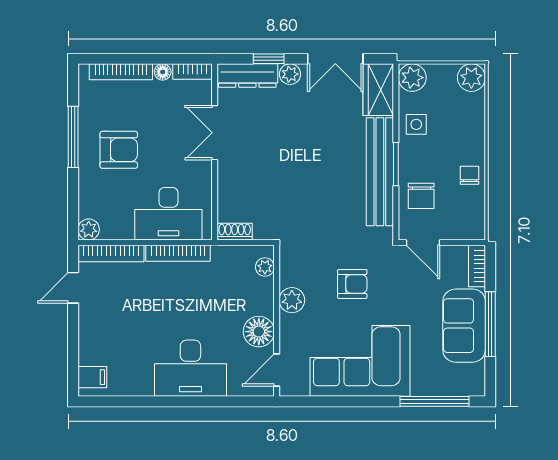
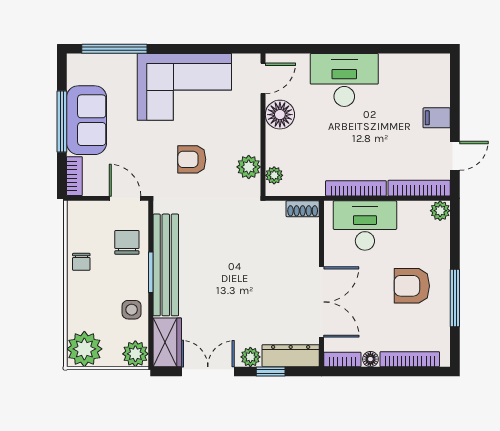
plant: (471, 78) -> (84, 349), width x1.36, depth x1.36
double door: (215, 133) -> (321, 302), width x1.37
plant: (292, 300) -> (249, 167), moved
filing cabinet: (92, 377) -> (437, 118), moved

